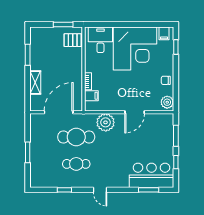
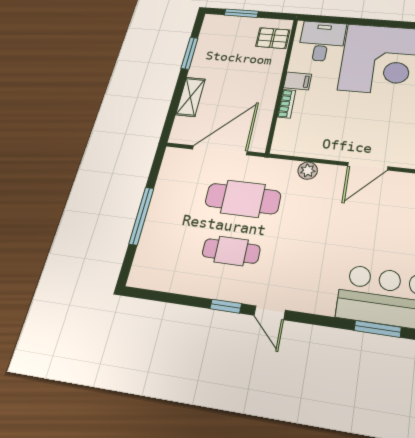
window: (63, 25) -> (241, 13), moved
filing cabinet: (91, 96) -> (298, 81), moved
plant: (106, 122) -> (308, 171), width x0.53, depth x0.53
window: (28, 152) -> (141, 216), width x1.44
window: (64, 190) -> (226, 306), moved

